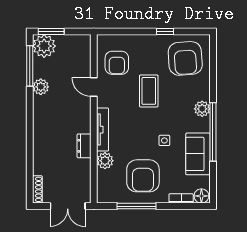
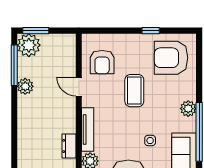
armchair: (185, 58) -> (171, 58), turned 94

